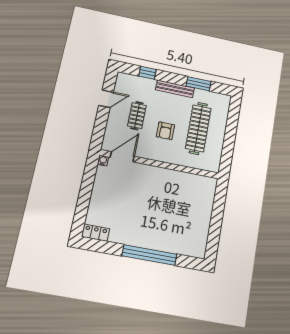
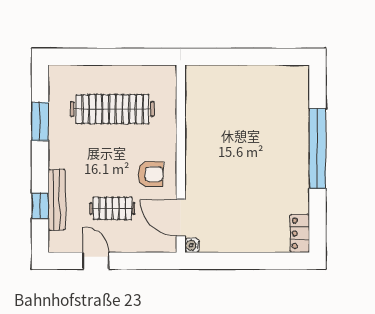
bench: (175, 89) -> (57, 200), moved
armchair: (165, 131) -> (151, 174), moved

